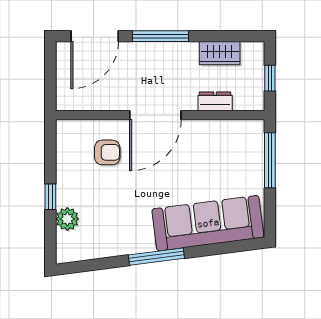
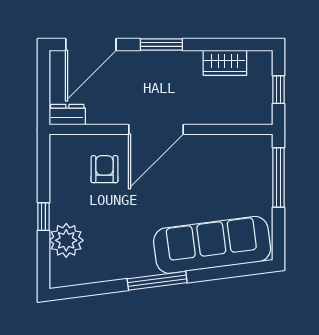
window: (160, 36) -> (161, 45), width x0.69
dresser: (215, 101) -> (67, 115), moved
armchair: (107, 152) -> (104, 169), turned -90
plant: (67, 219) -> (66, 240), width x1.36, depth x1.36

